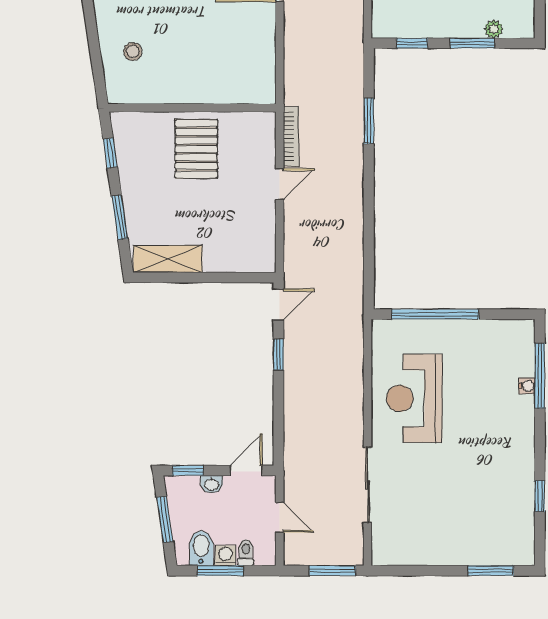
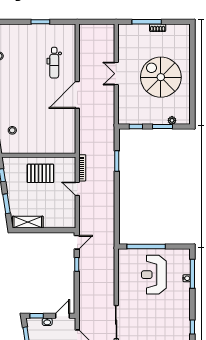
pallet: (196, 149) -> (40, 173), turned 90
door: (280, 184) -> (77, 189), swing flipped
reception desk: (414, 398) -> (154, 275), moved

